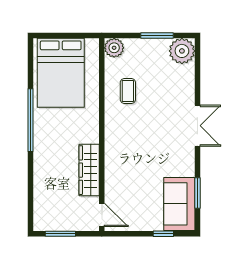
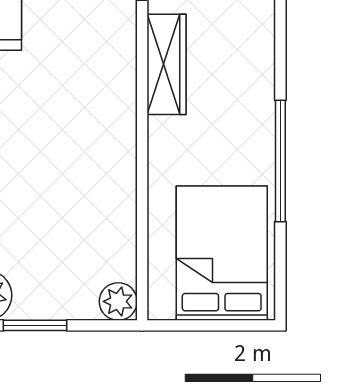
coffee table: (128, 91) -> (91, 218), removed

